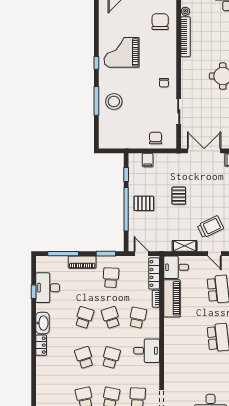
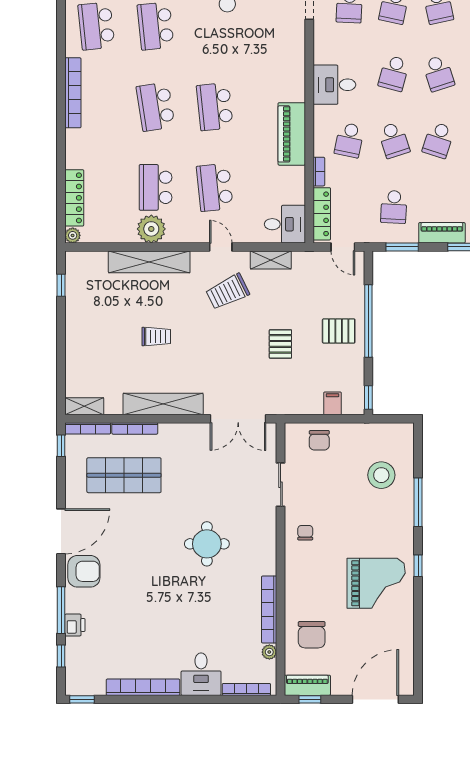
stool: (114, 102) -> (381, 475), moved
window: (126, 175) -> (368, 397), moved
piano: (172, 298) -> (292, 134), moved

